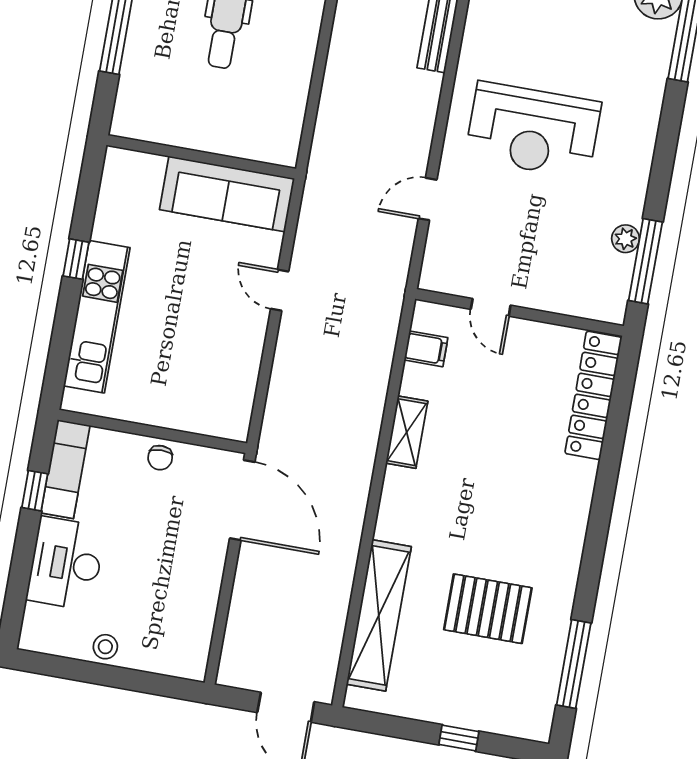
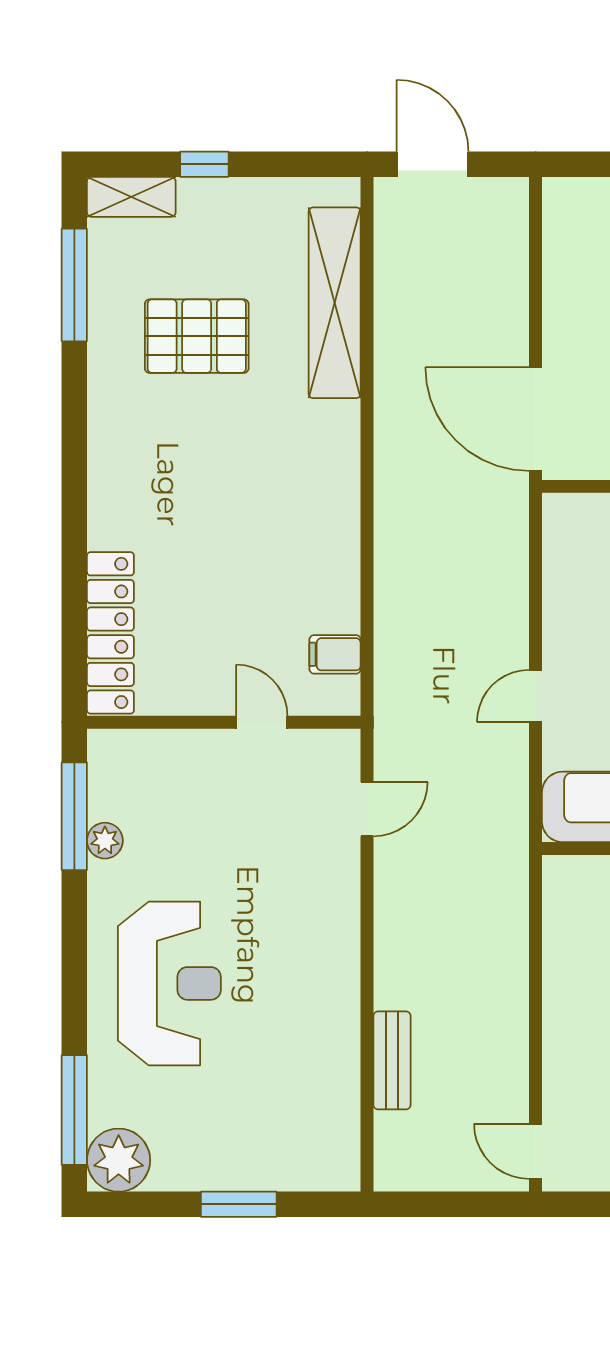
reception desk: (533, 130) -> (169, 983), moved, turned 90
door: (428, 199) -> (367, 809), moved
door: (280, 290) -> (535, 696), swing flipped
shelving: (407, 432) -> (131, 197), moved, turned 90

